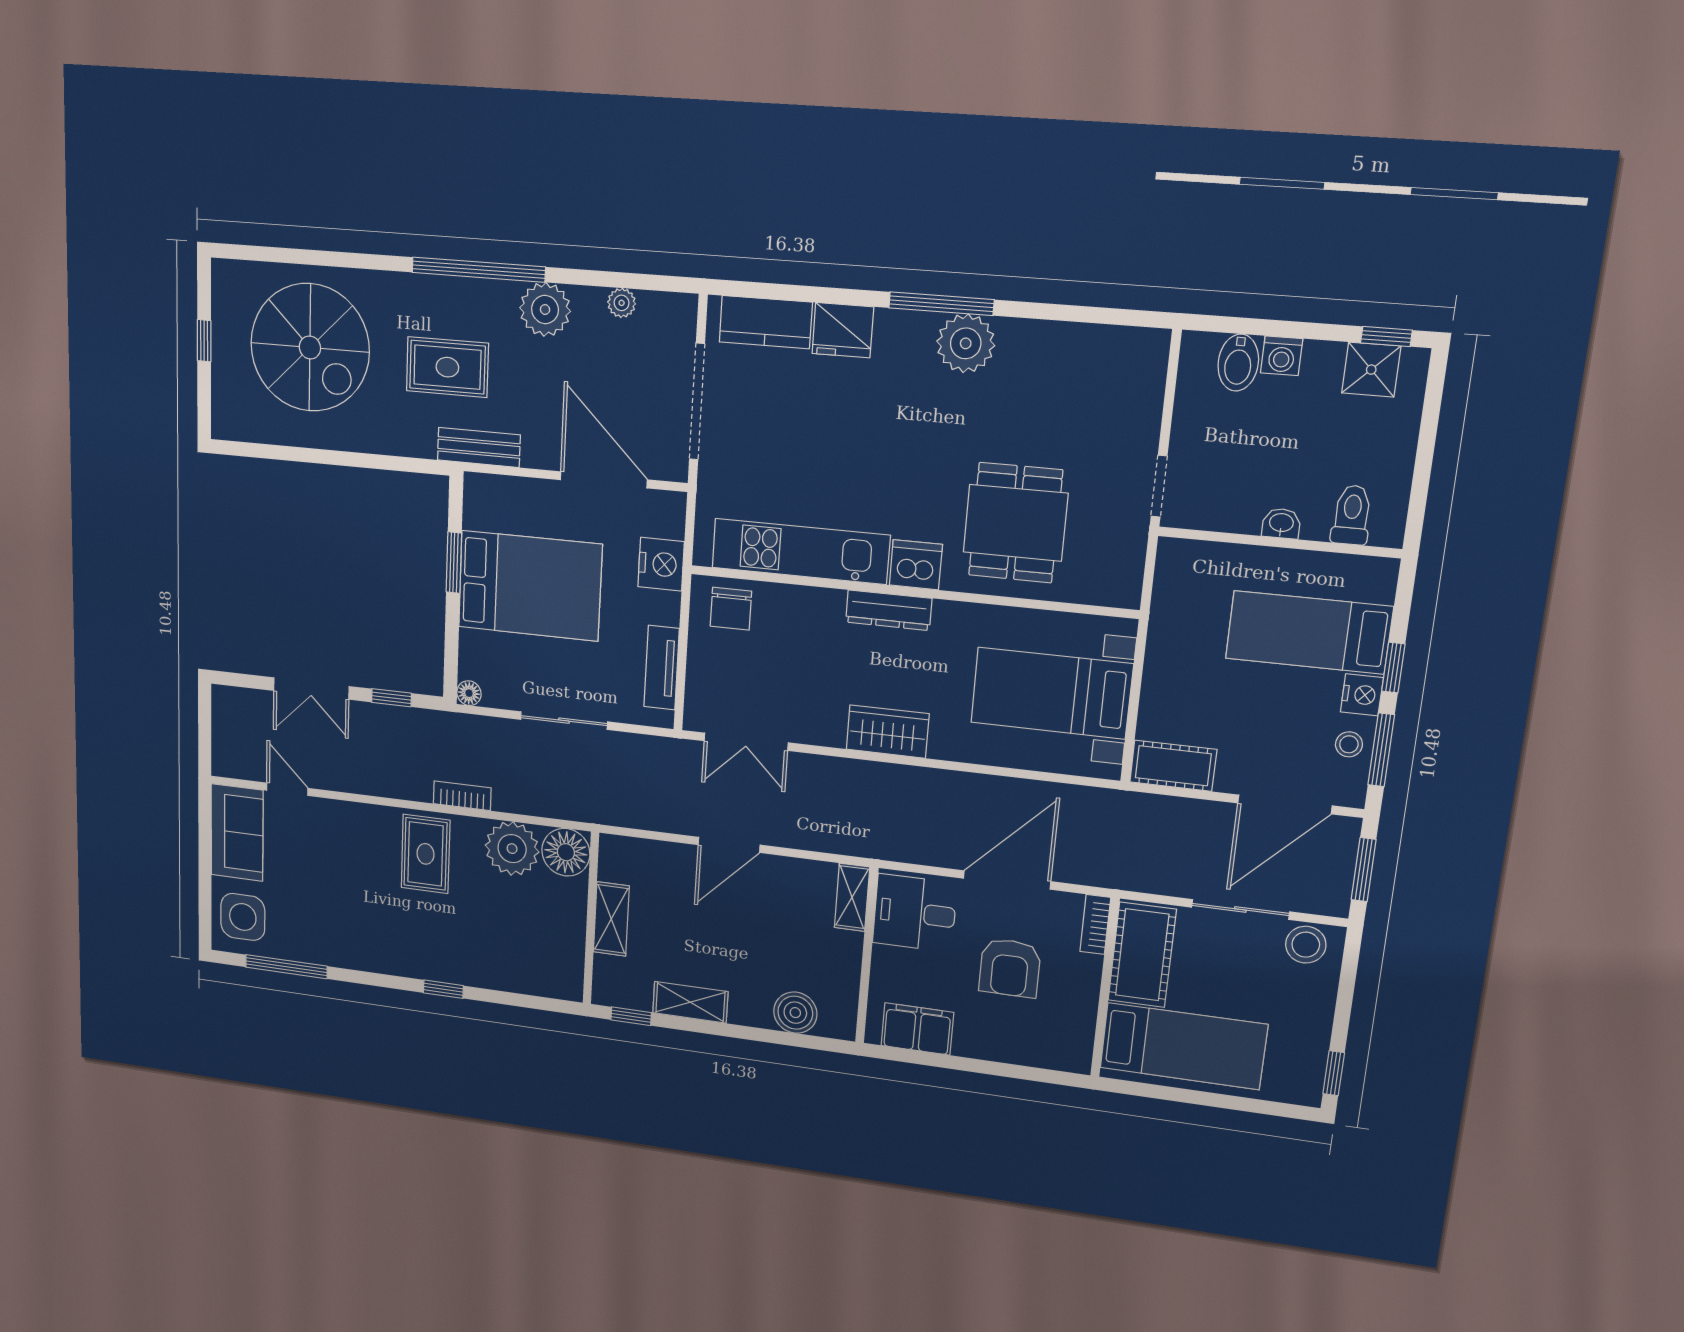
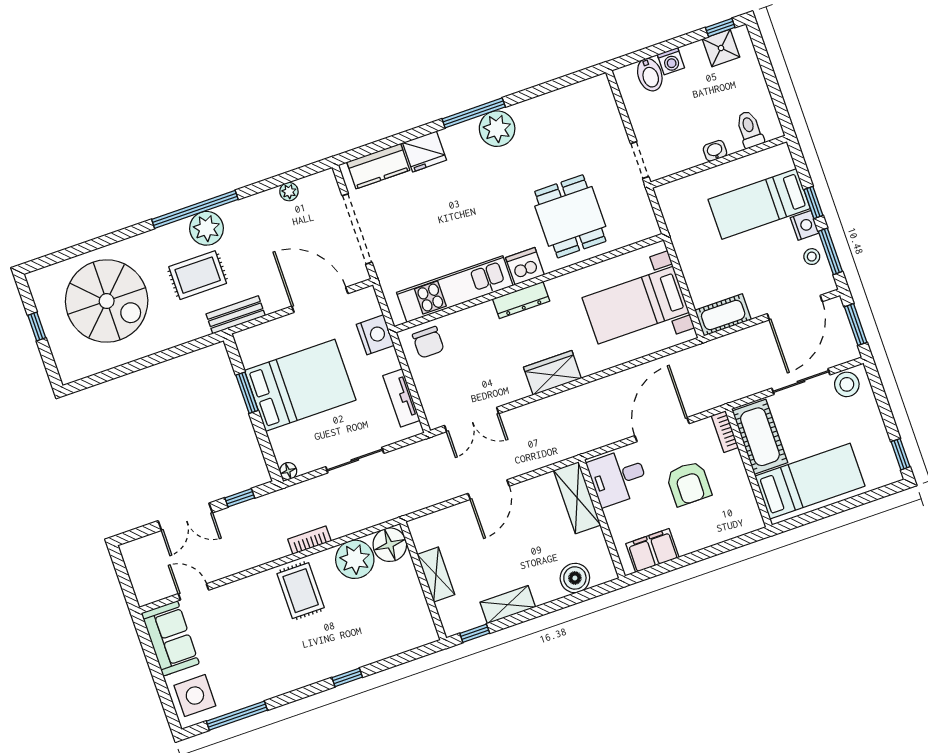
plant: (545, 310) -> (206, 228), moved
shelving: (852, 897) -> (577, 498), width x1.50, depth x1.33

